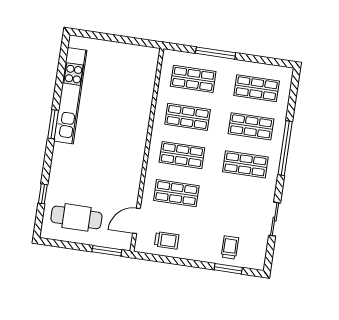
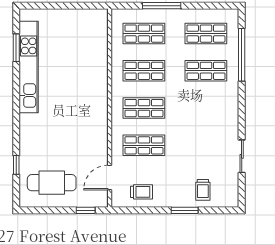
window: (53, 124) -> (16, 48), moved
window: (285, 148) -> (242, 55), moved
shop shelf: (245, 164) -> (206, 108), removed
trolley: (230, 247) -> (203, 190), turned 180
window: (107, 251) -> (86, 210), width x0.67
window: (228, 269) -> (185, 210), moved

